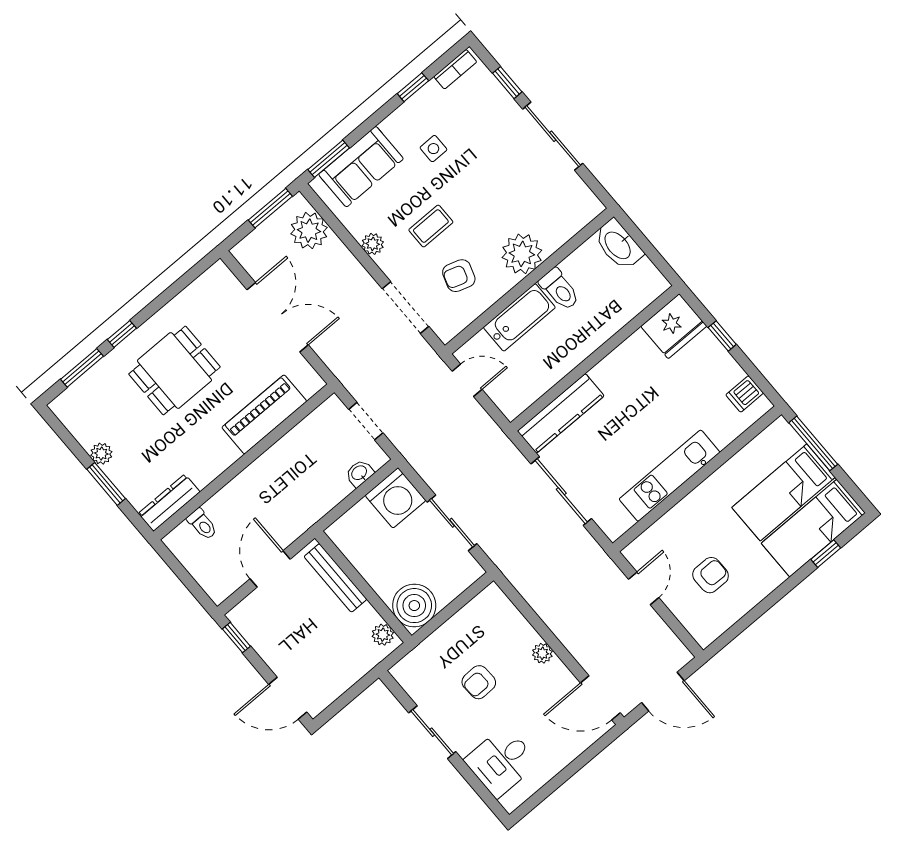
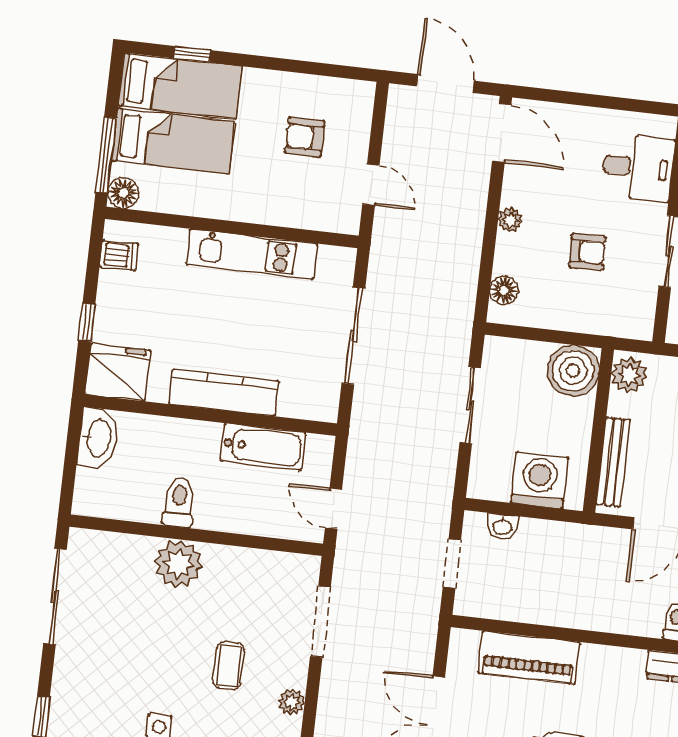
sliding door: (553, 136) -> (55, 596), moved
coffee table: (431, 226) -> (229, 666), turned 90
washbasin: (618, 245) -> (98, 438), moved
armchair: (459, 276) -> (249, 601), removed
bathtub: (519, 317) -> (263, 447), moved, turned 180
kitchen counter: (561, 413) -> (224, 393), moved
floor lamp: (780, 432) -> (123, 193), added
washing machine: (396, 498) -> (539, 480), moved
door: (644, 588) -> (371, 185), swing flipped
floor lamp: (503, 609) -> (504, 290), added
plant: (383, 635) -> (629, 375), width x1.38, depth x1.38

